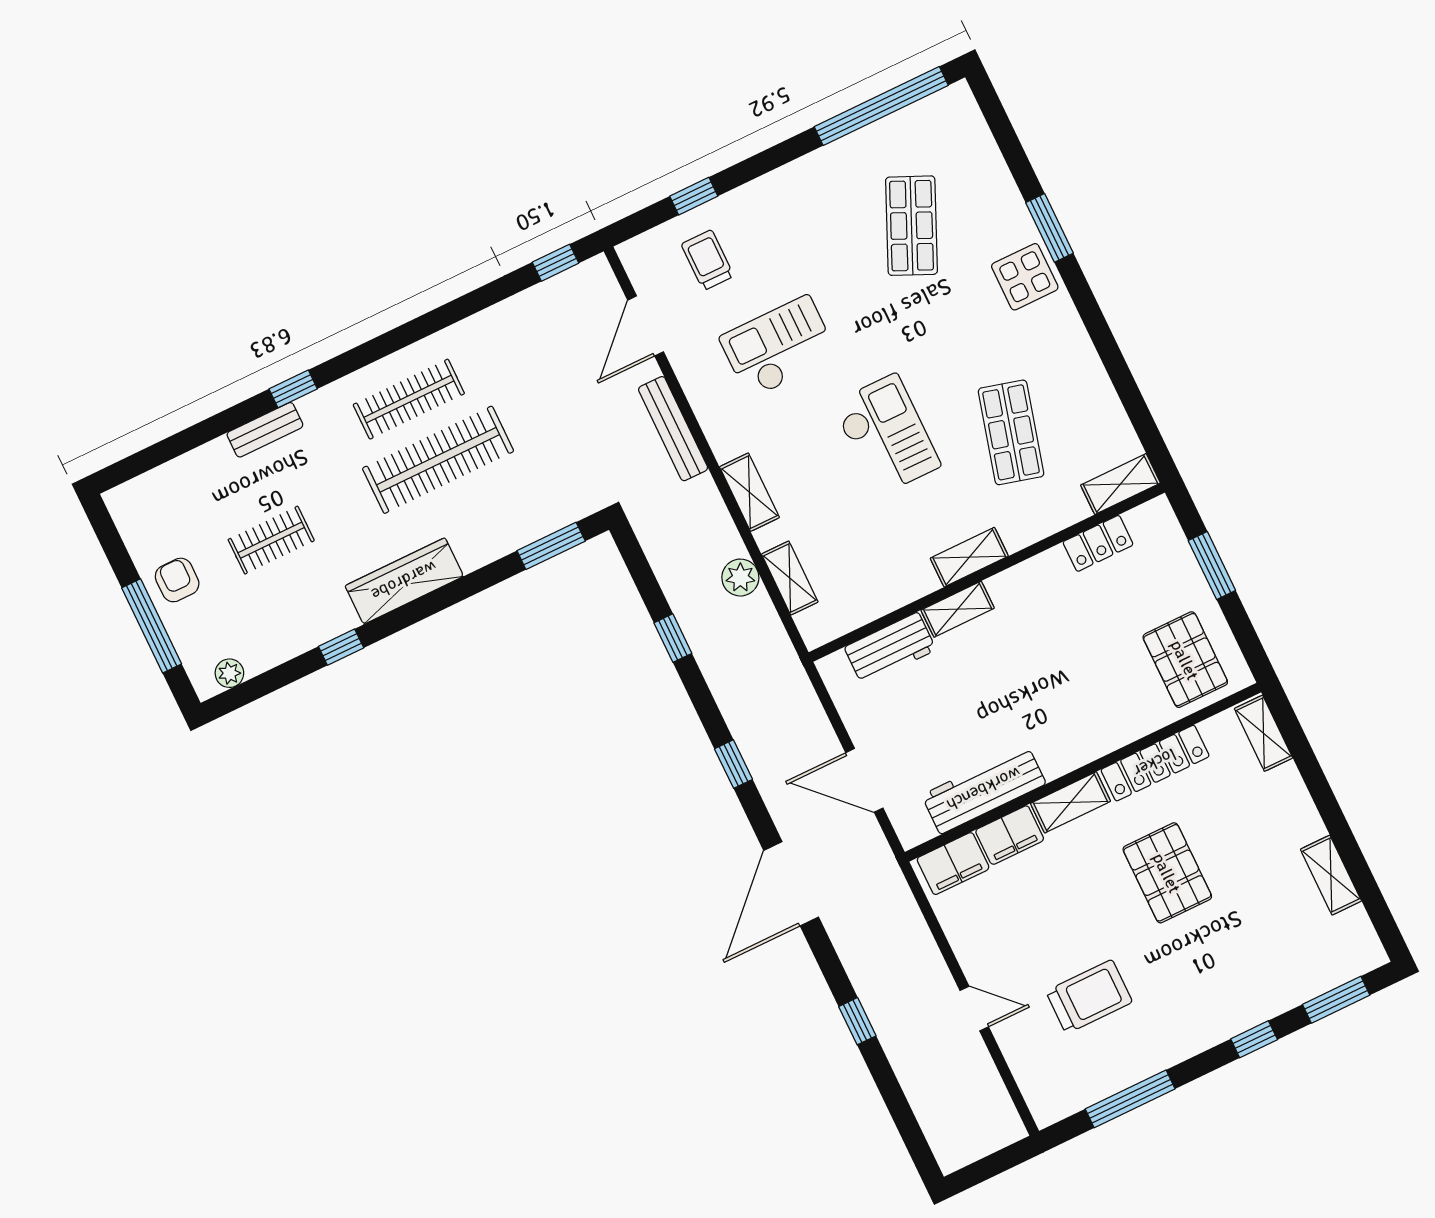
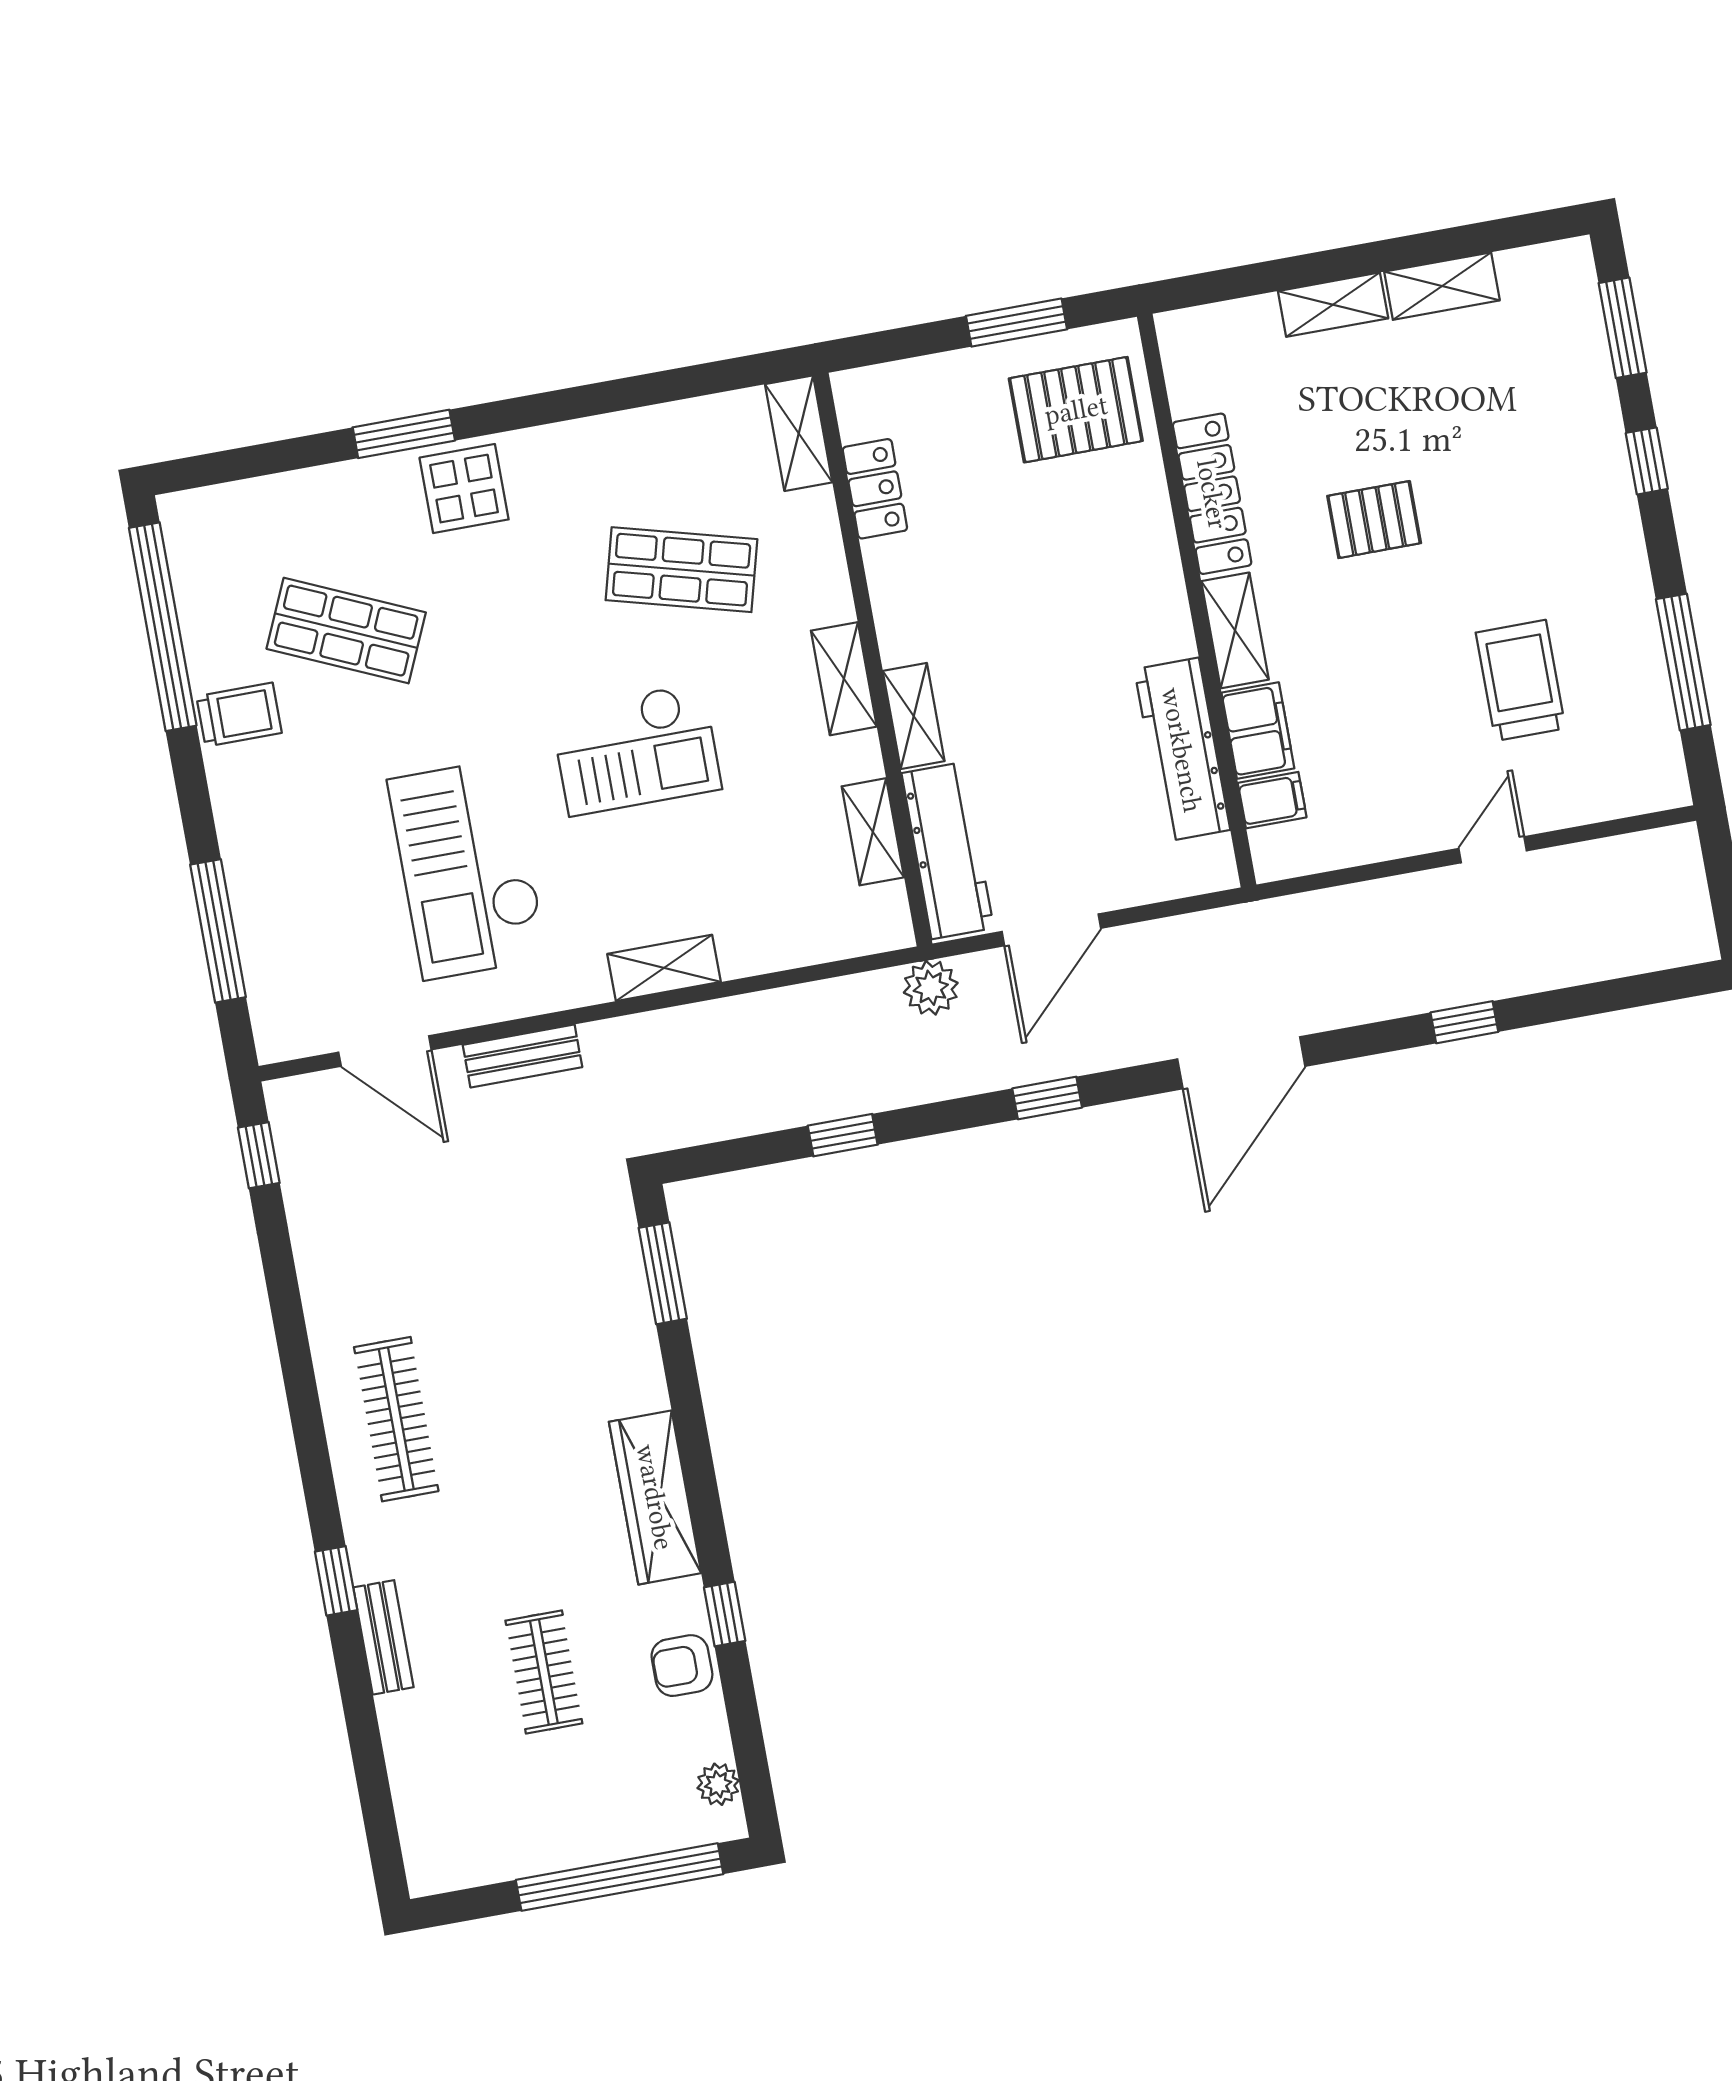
window: (694, 196) -> (218, 931), width x2.17
trolley: (707, 260) -> (239, 715), moved, turned 180
checkout: (779, 347) -> (468, 869), width x1.36, depth x1.21
bench: (673, 429) -> (522, 1056), width x0.73
checkout: (886, 435) -> (636, 749), turned 180
clothes rail: (438, 460) -> (495, 1401), removed
window: (1212, 566) -> (1016, 323), moved
plant: (740, 578) -> (931, 988), moved
shelving: (790, 578) -> (873, 832), moved, turned 90
armchair: (177, 580) -> (682, 1666), moved
window: (152, 626) -> (620, 1877), width x1.46
workbench: (890, 649) -> (948, 851), width x1.38
shelving: (1264, 733) -> (1333, 305), moved
door: (864, 780) -> (1051, 930), moved
filing cabinet: (953, 864) -> (1272, 800), width x0.50
pallet: (1167, 873) -> (1374, 520), width x0.67, depth x0.71
door: (791, 884) -> (1241, 1063), hinge flipped

